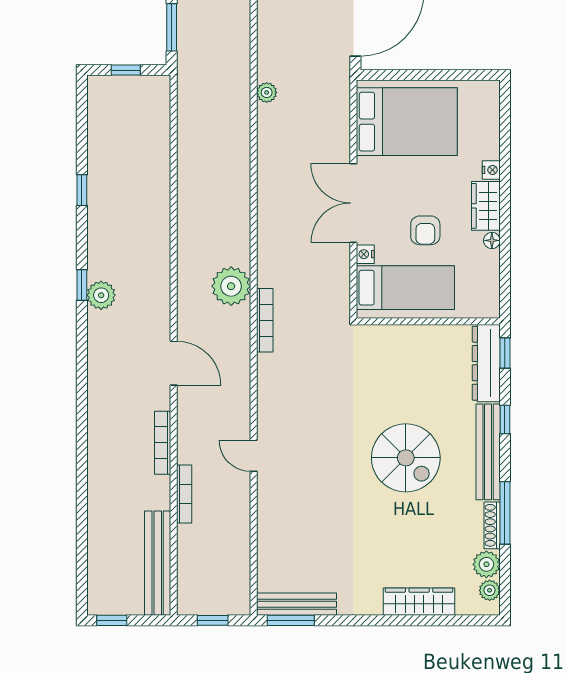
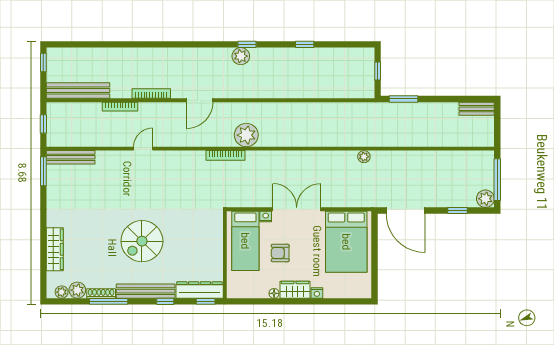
bench: (296, 604) -> (71, 157), moved, turned 90

